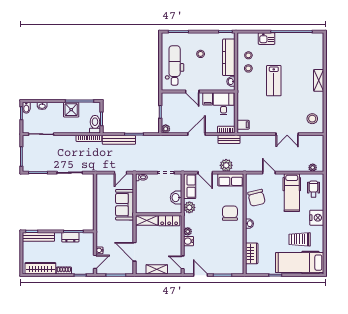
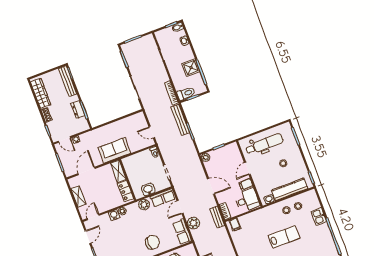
lab bench: (274, 81) -> (284, 237), turned 180
sofa: (125, 205) -> (115, 150), moved

